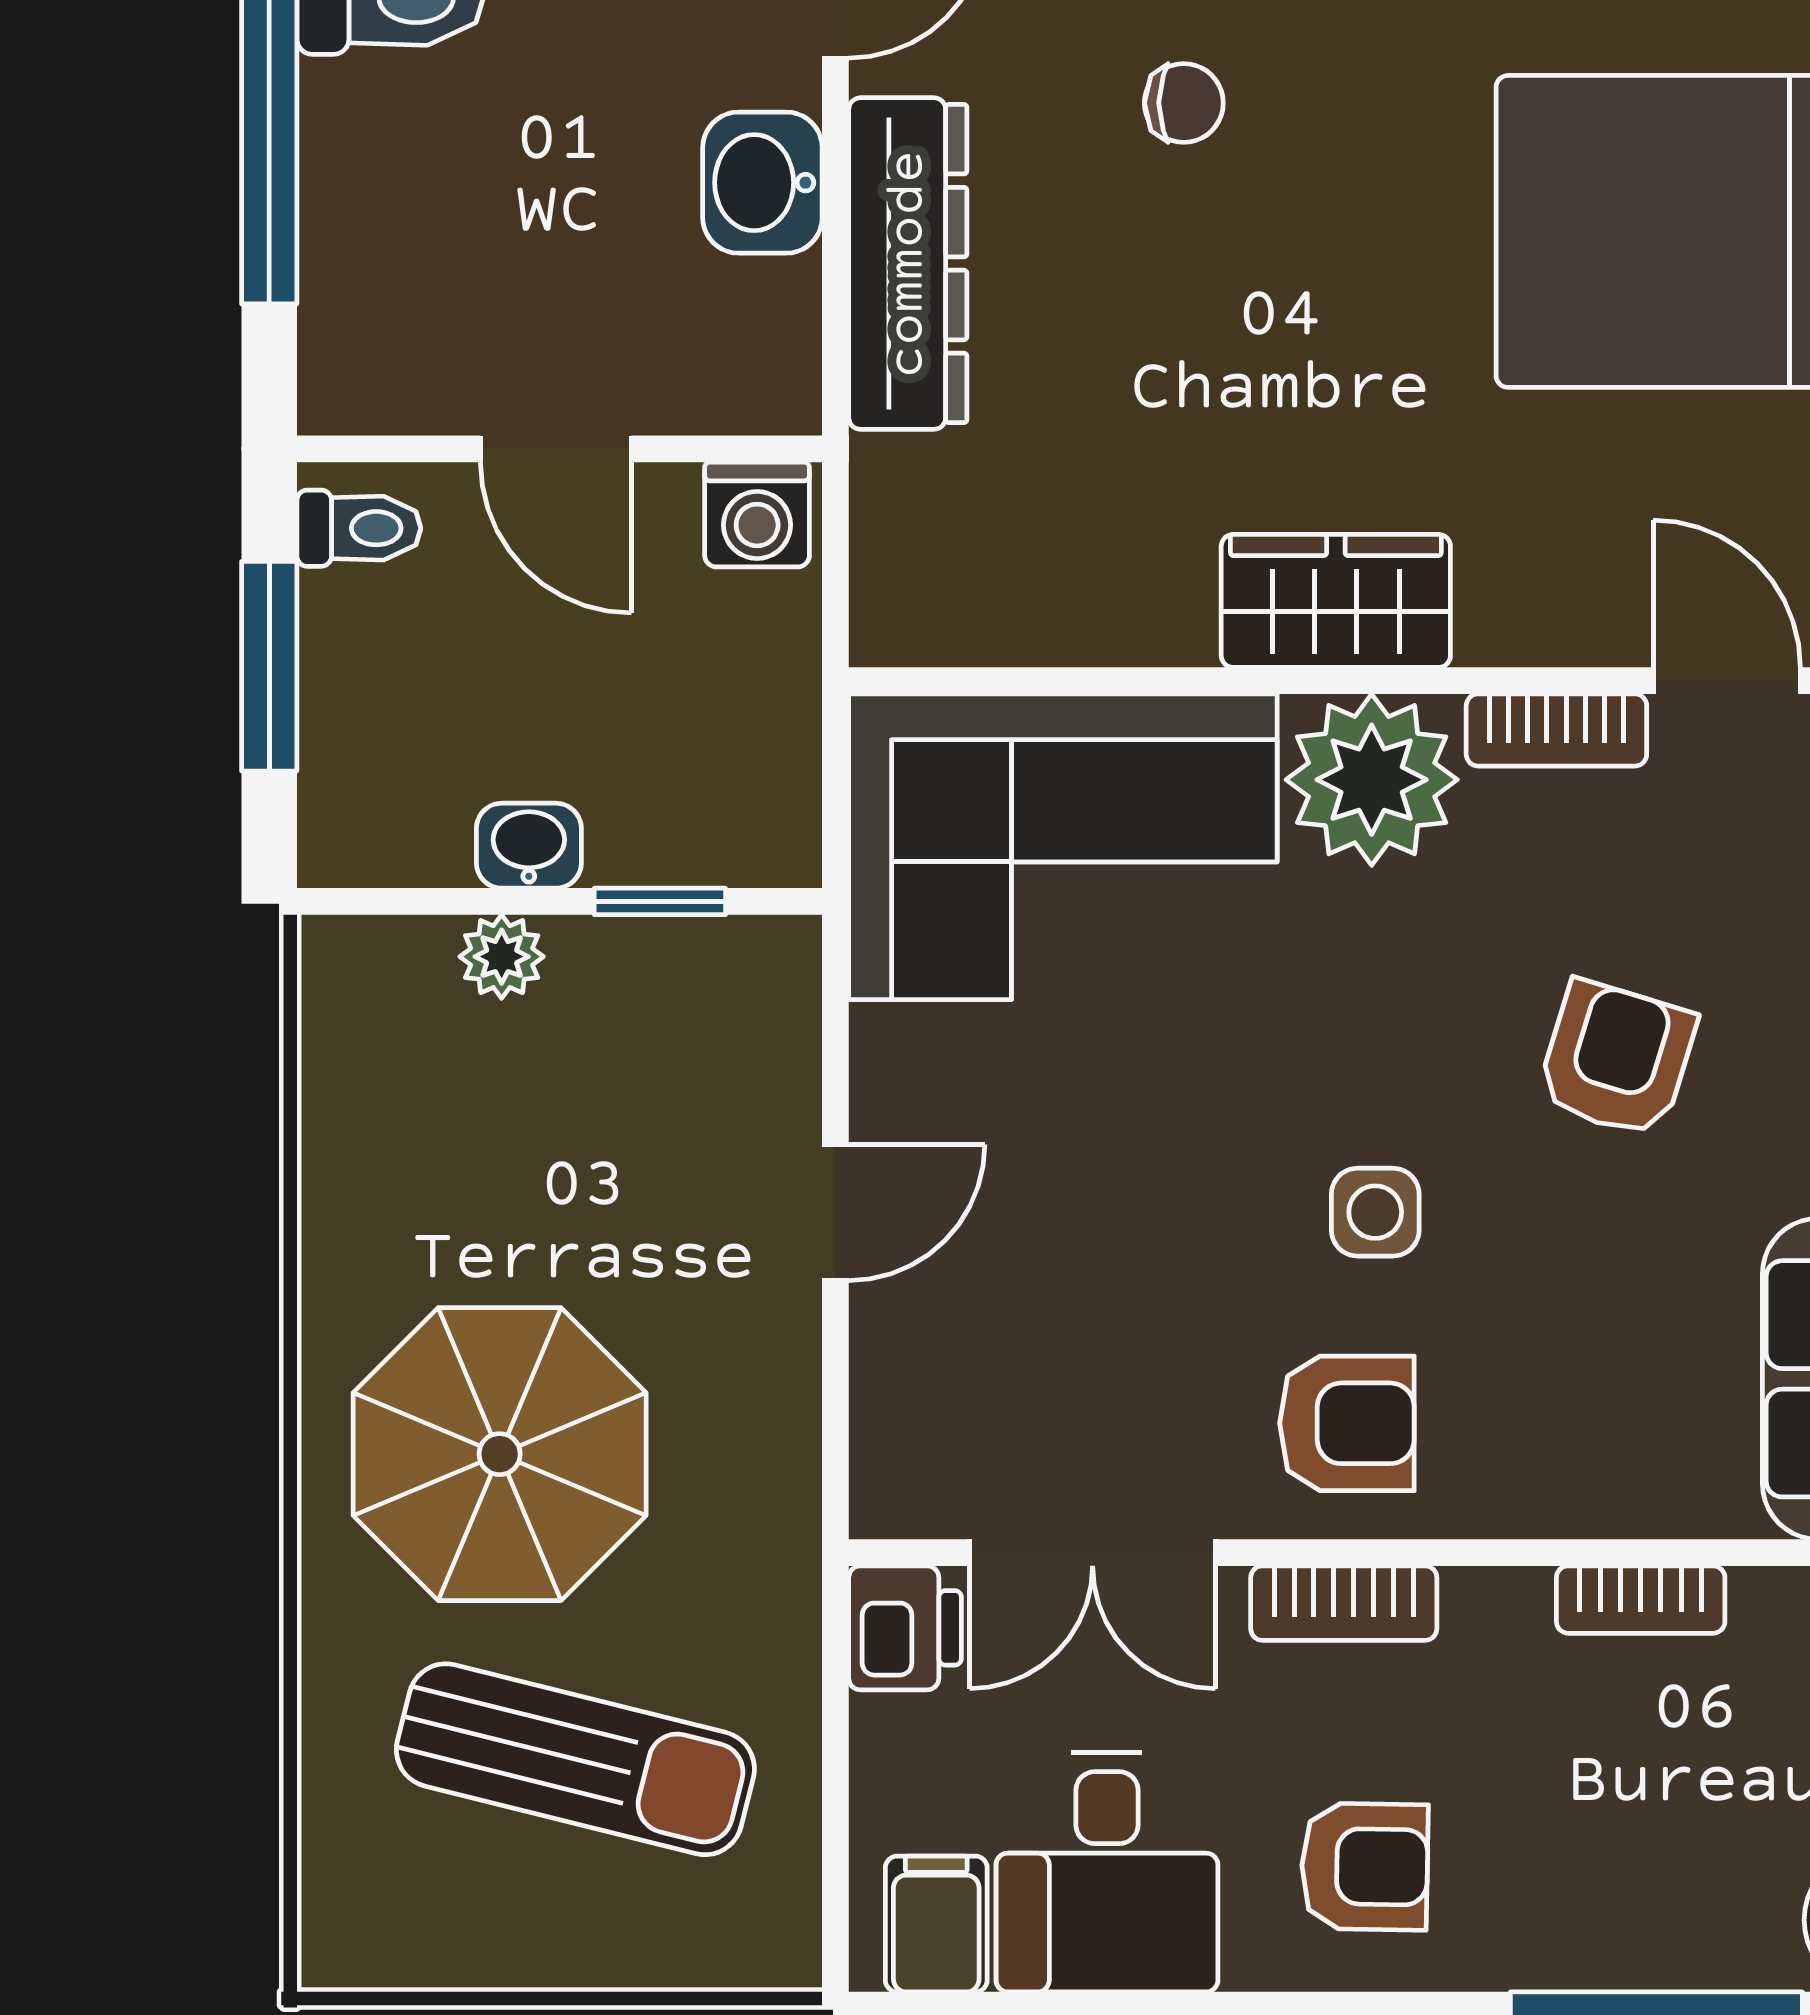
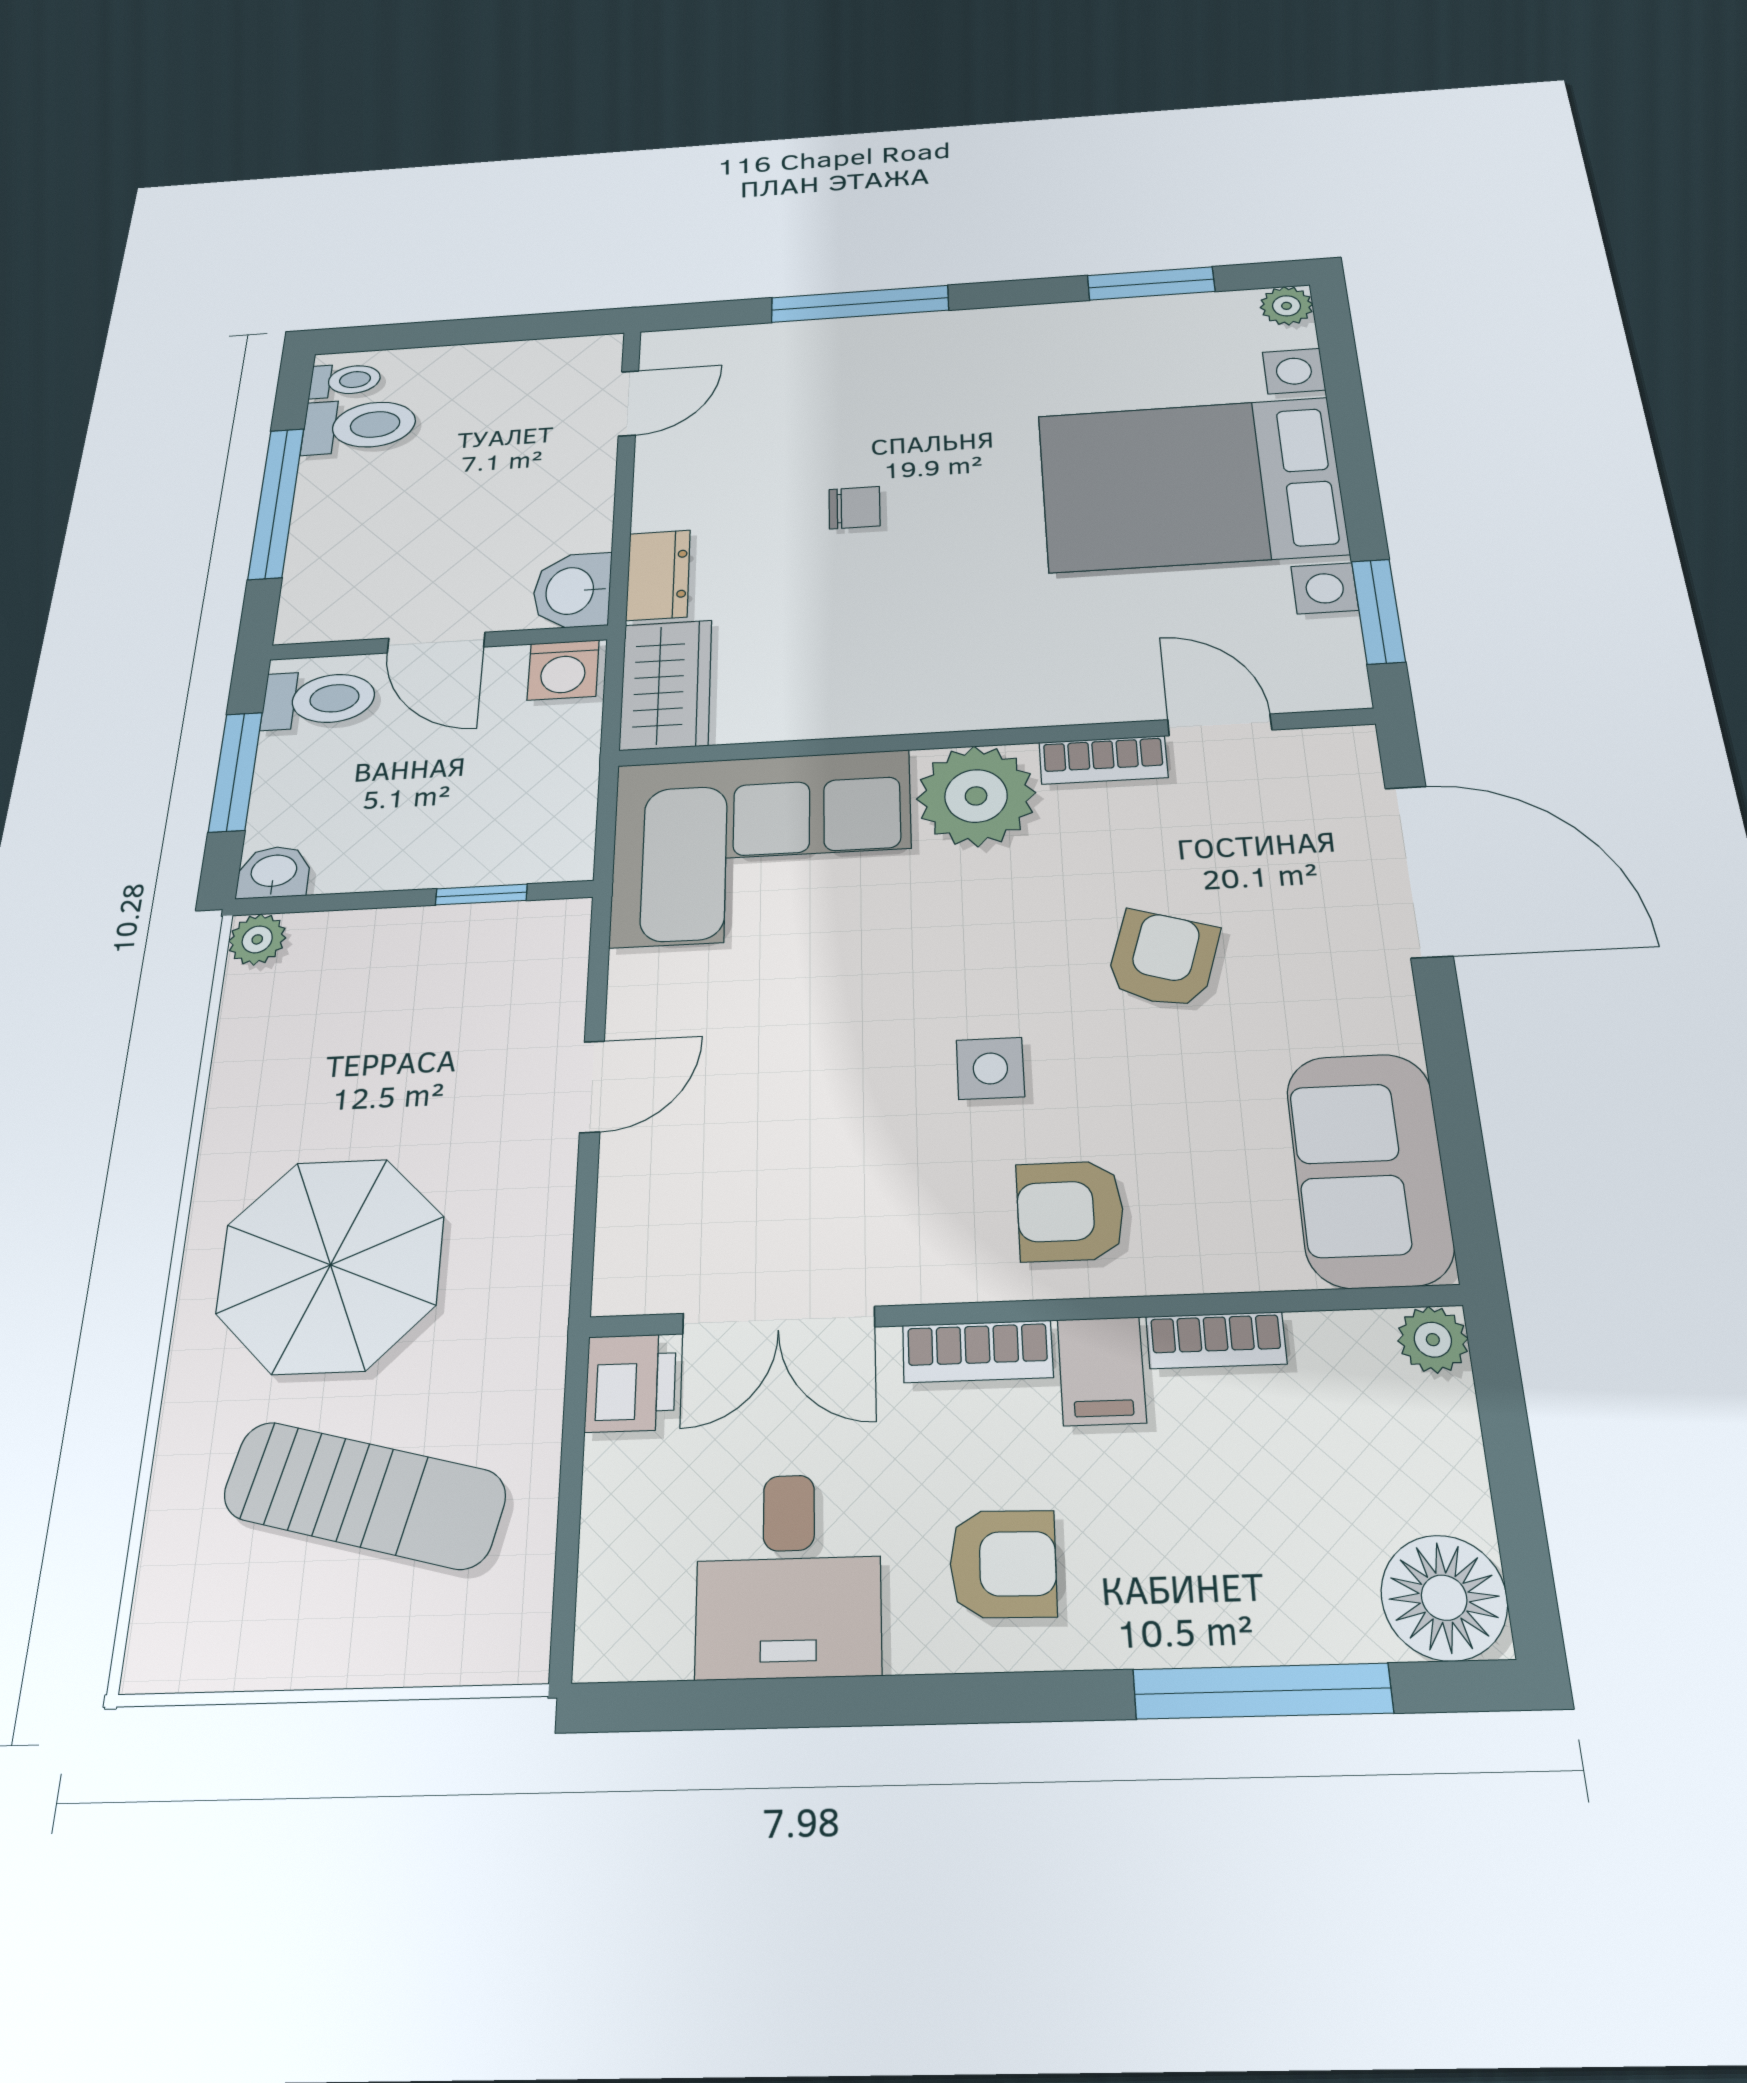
chair: (1184, 103) -> (854, 508), moved
washbasin: (762, 183) -> (572, 591), moved
dresser: (908, 264) -> (658, 575), width x0.51, depth x0.80
toilet: (359, 528) -> (319, 699), width x1.37, depth x1.39
wardrobe: (1336, 601) -> (666, 685), moved, turned 90
washbasin: (529, 846) -> (274, 872), moved
plant: (502, 957) -> (257, 939), moved
armchair: (1347, 1423) -> (1070, 1211), moved, turned 180
filing cabinet: (936, 1924) -> (1102, 1371), moved, turned 180

